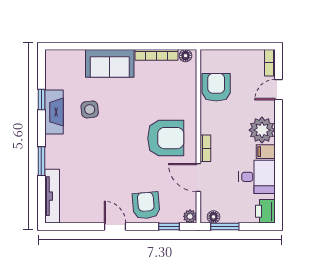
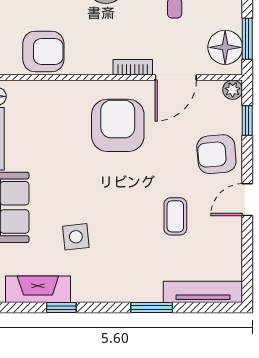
armchair: (216, 87) -> (43, 52), turned 180
fireplace: (54, 112) -> (38, 289), moved
coffee table: (104, 177) -> (175, 216), added
floor lamp: (213, 217) -> (225, 47), width x1.89, depth x1.89

